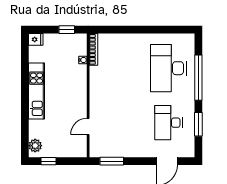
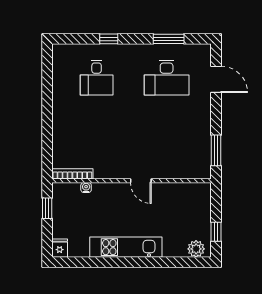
desk: (168, 68) -> (97, 78), width x0.53, depth x0.77
window: (198, 78) -> (109, 39), width x0.32
door: (88, 126) -> (141, 181), moved

